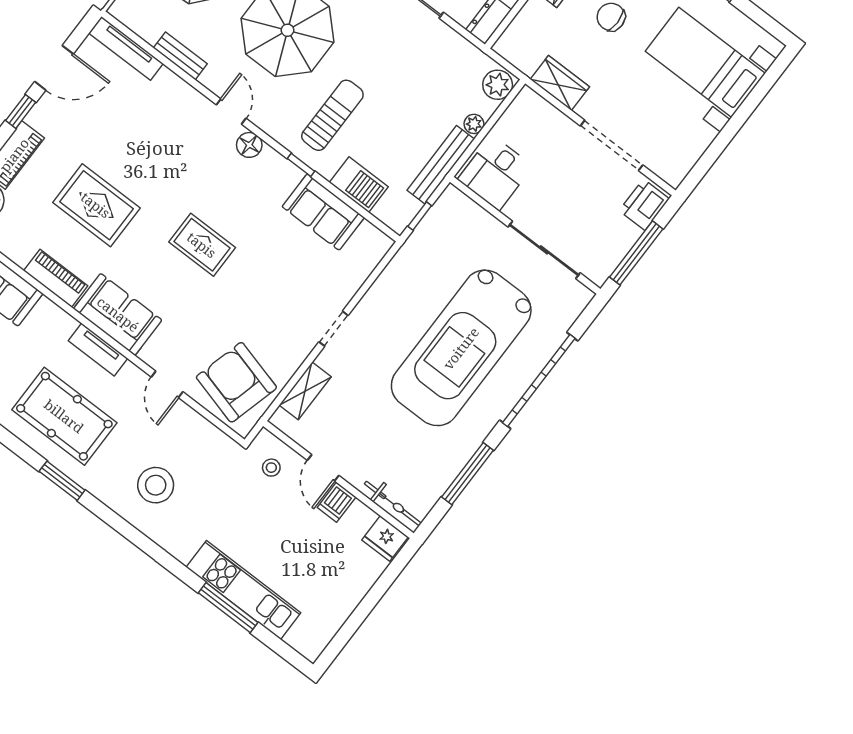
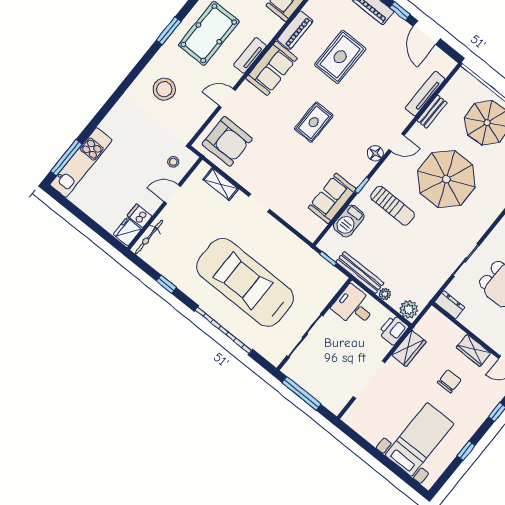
tv unit: (126, 48) -> (425, 94), moved
printer: (644, 205) -> (393, 330), moved, turned -90
armchair: (236, 382) -> (227, 141), turned 75
window: (468, 474) -> (166, 284), width x0.46
dishwasher: (337, 502) -> (140, 216), moved
kitchen unit: (243, 590) -> (81, 162), moved
window: (228, 608) -> (66, 158), moved

